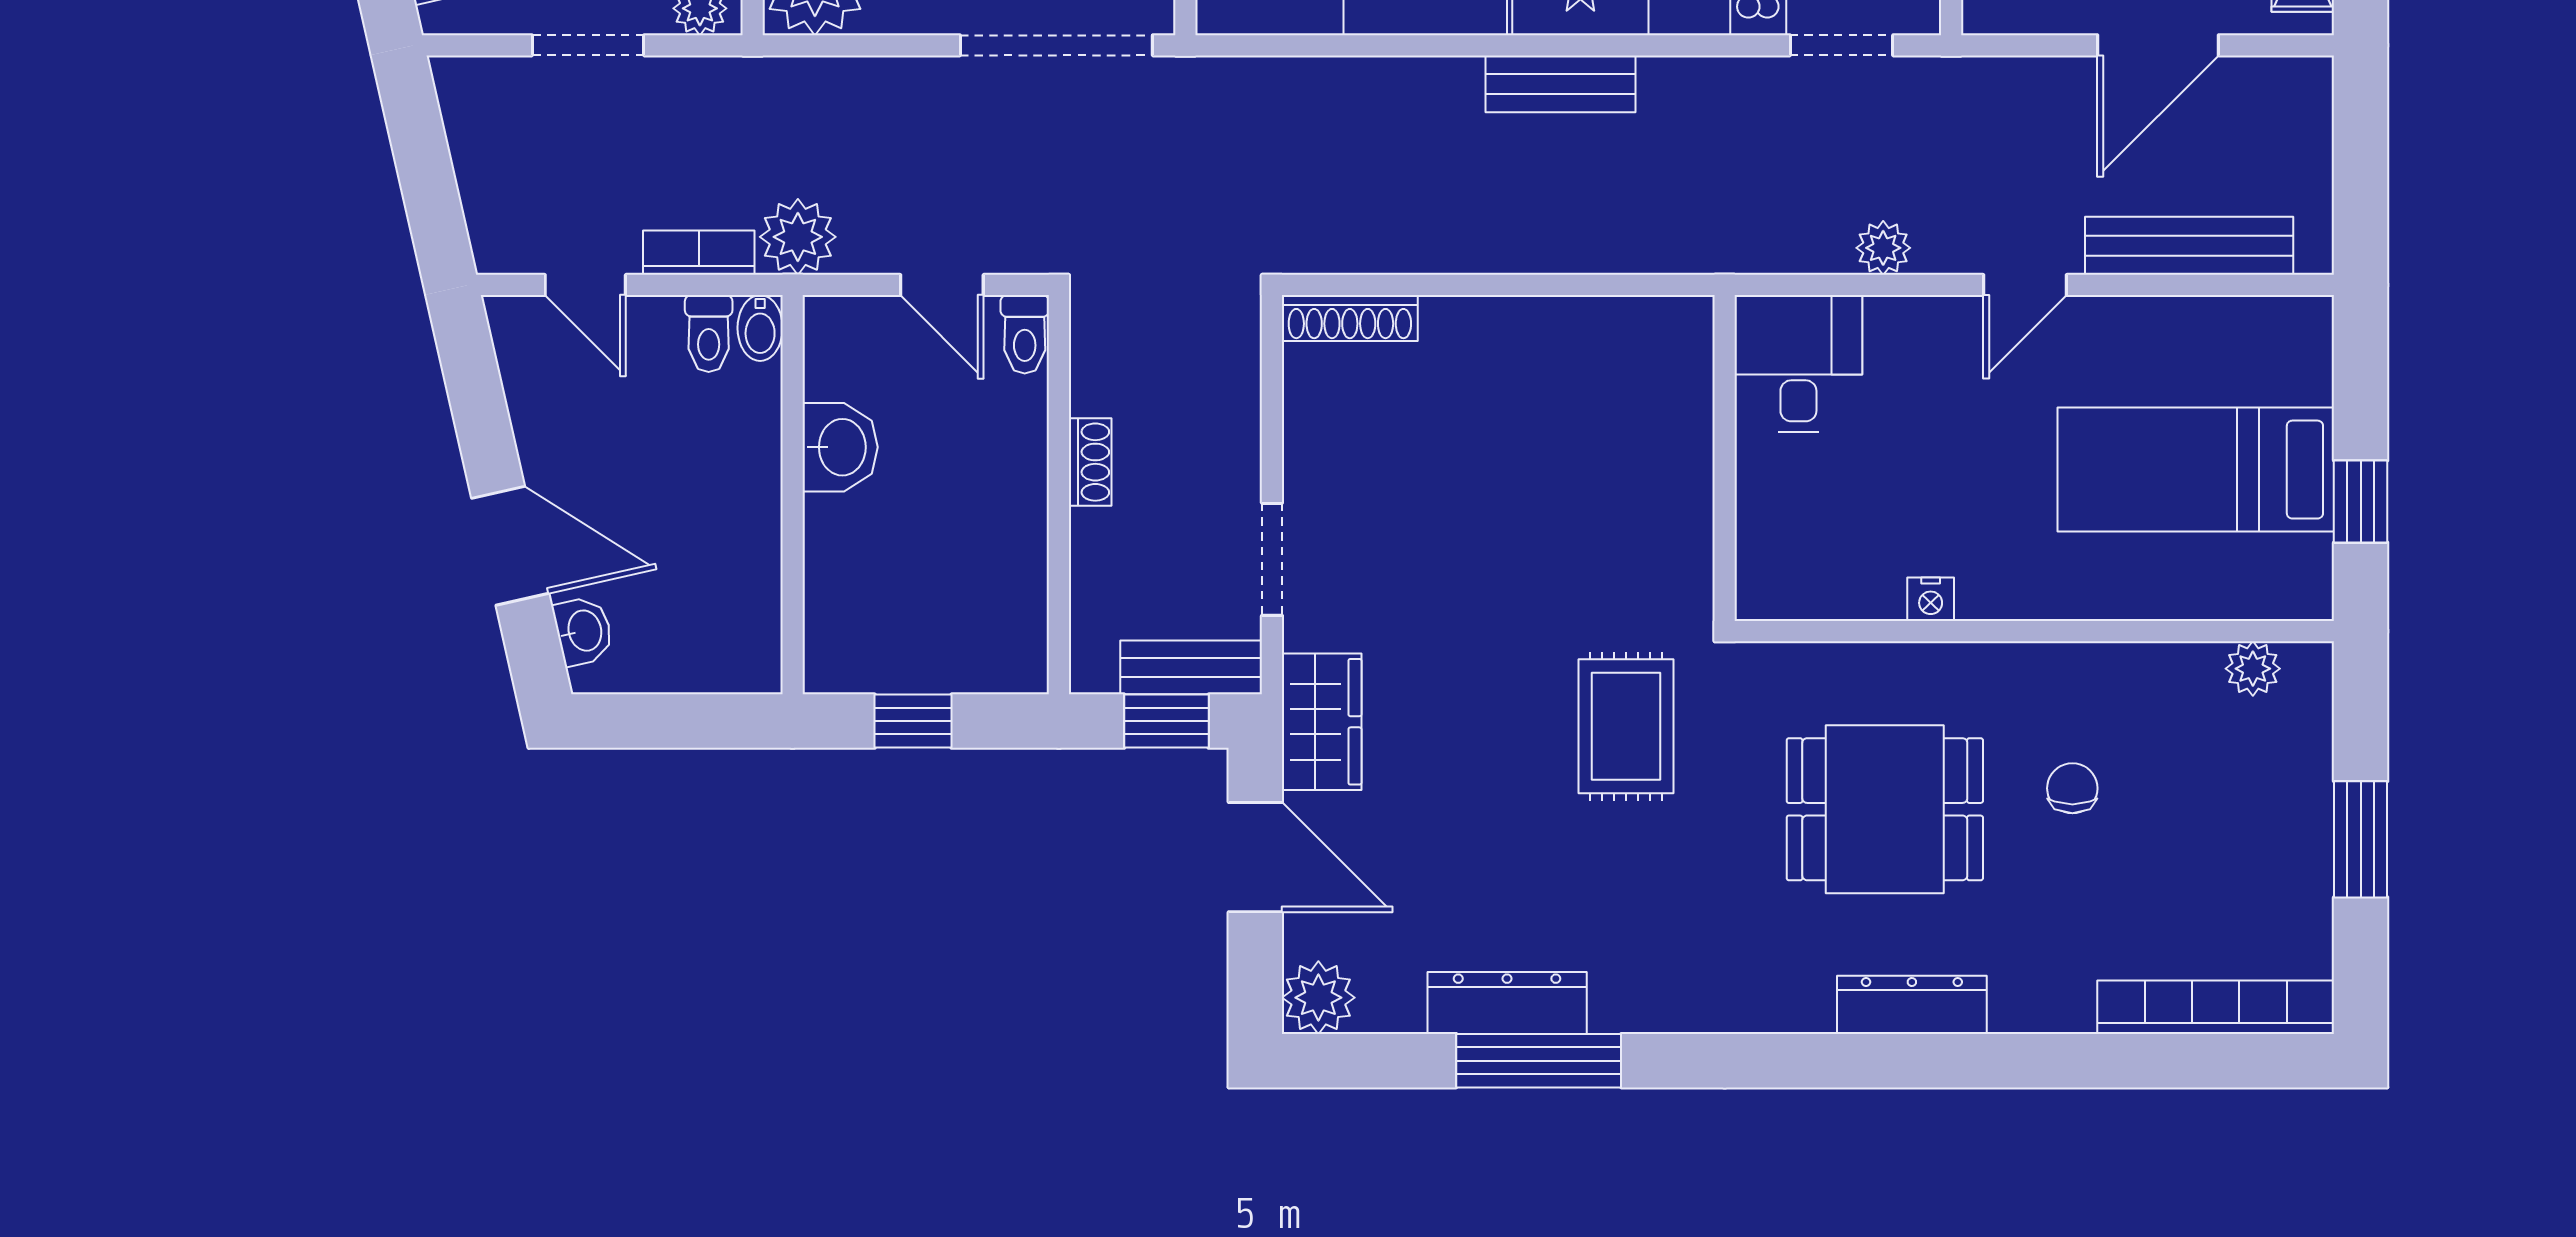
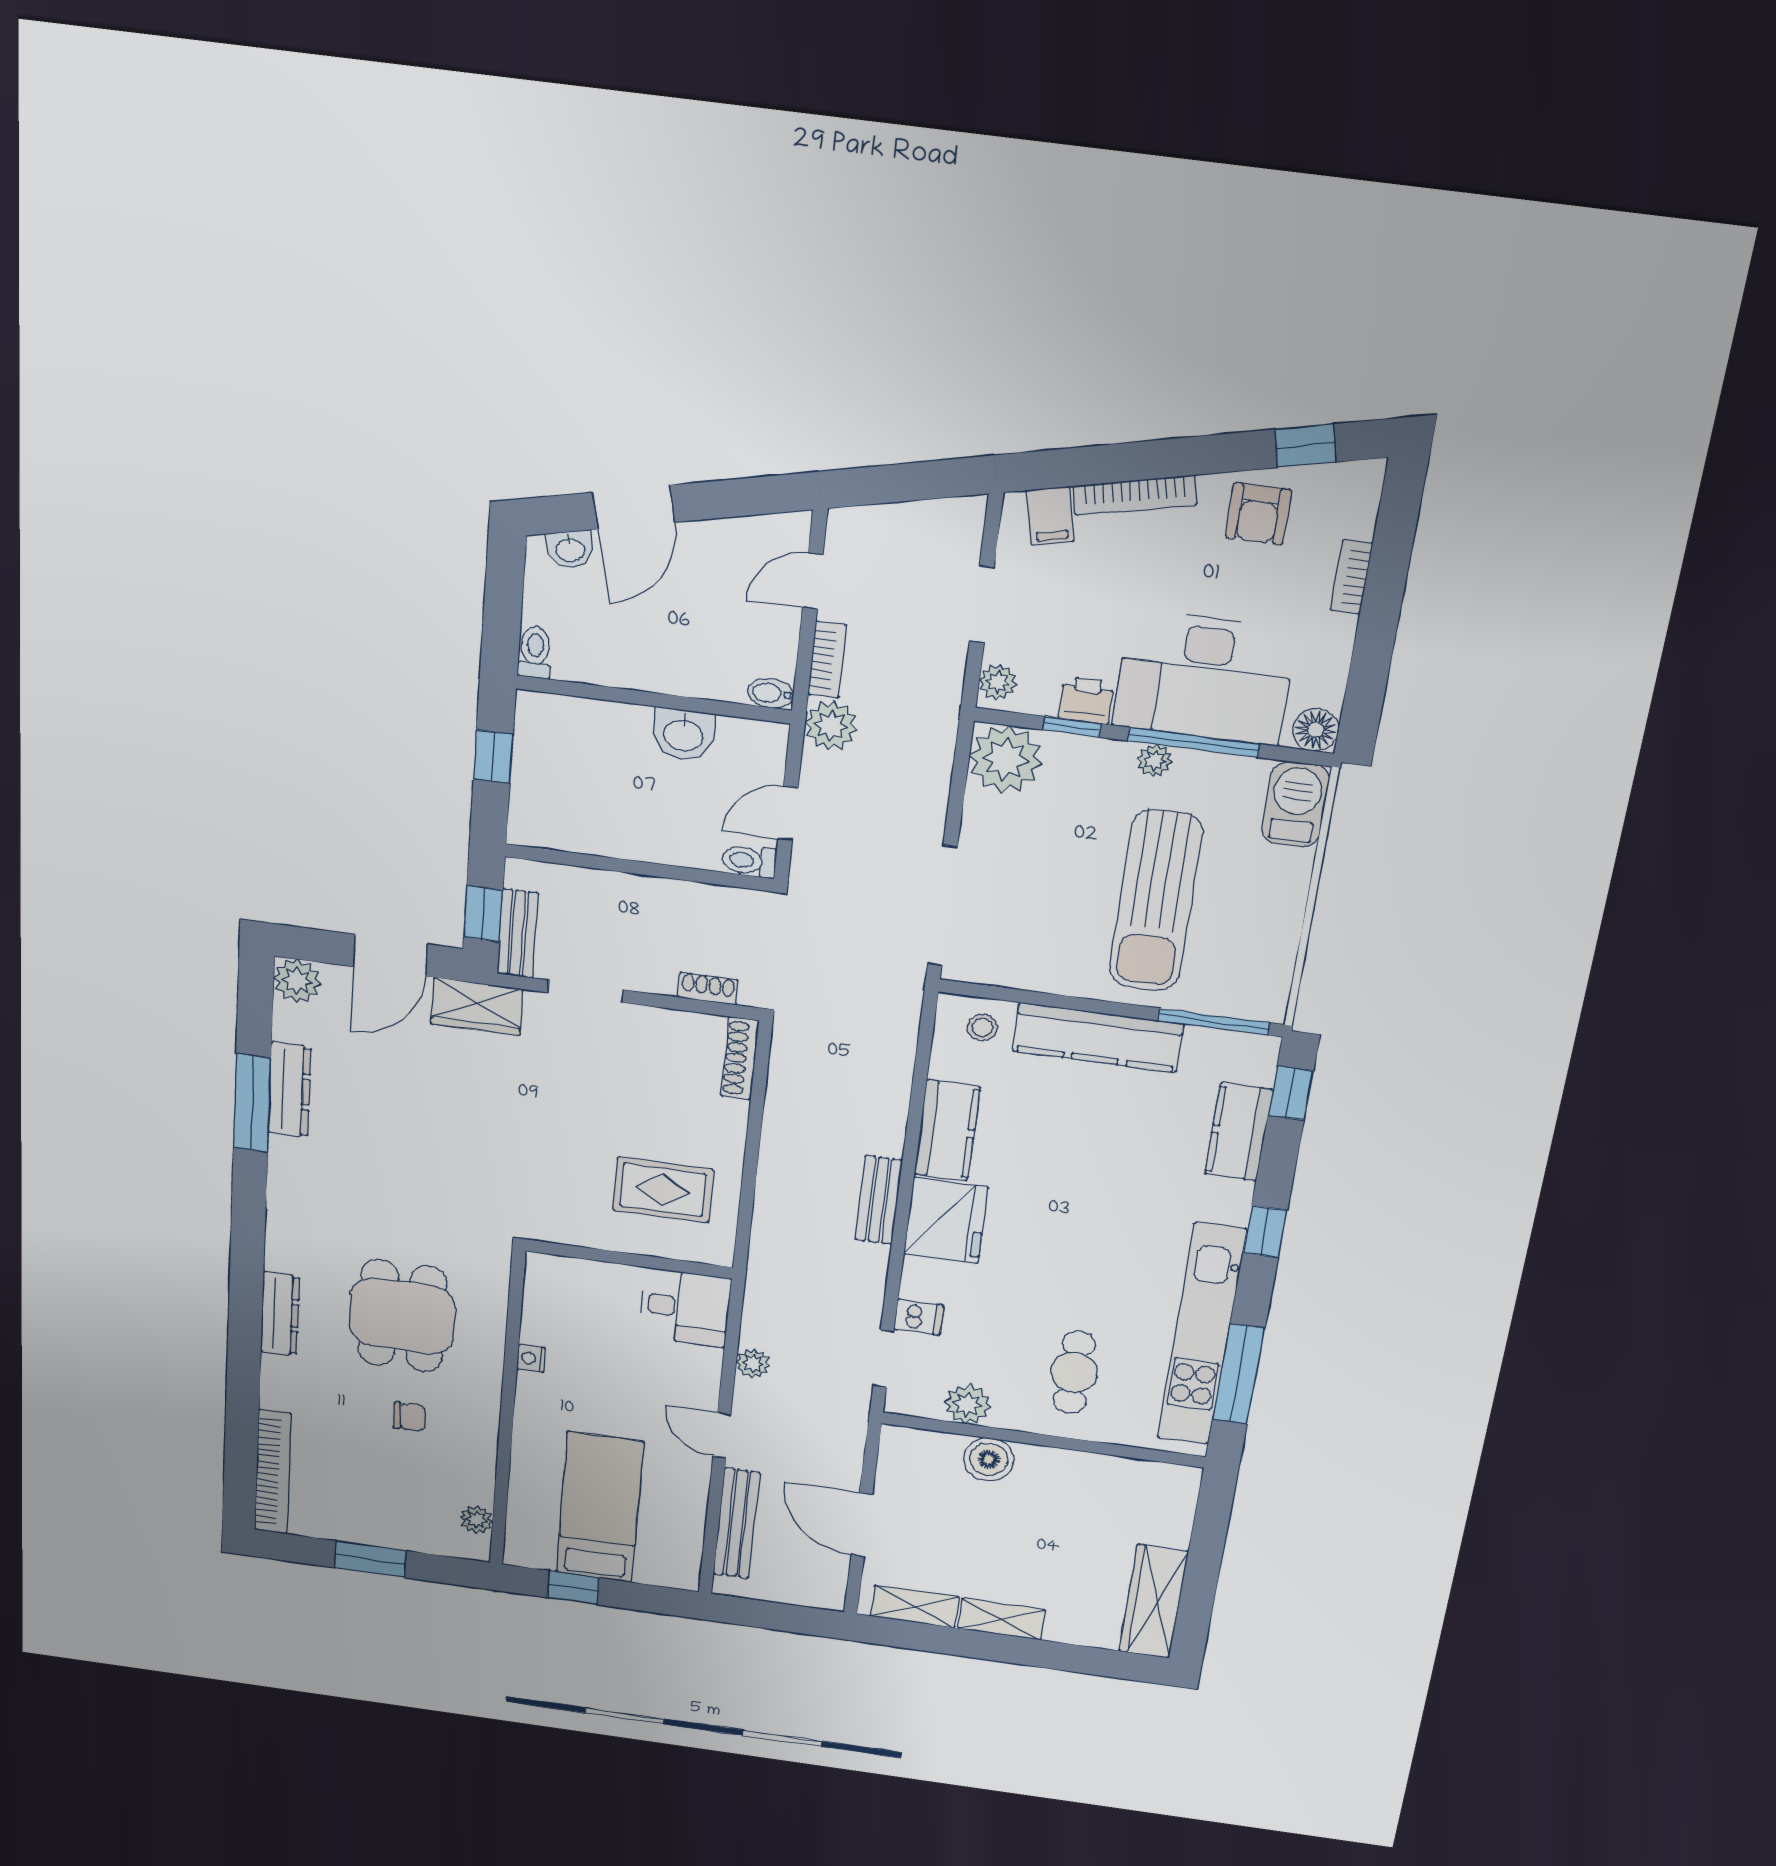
toilet: (709, 334) -> (535, 652), moved, turned 90
shoe rack: (1090, 462) -> (708, 989), moved, turned 180
rug: (1626, 726) -> (663, 1190), moved

